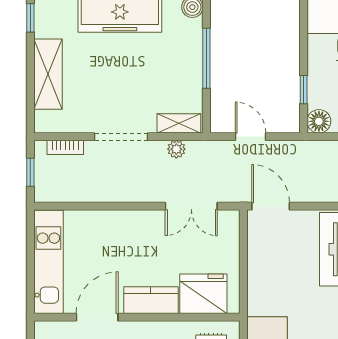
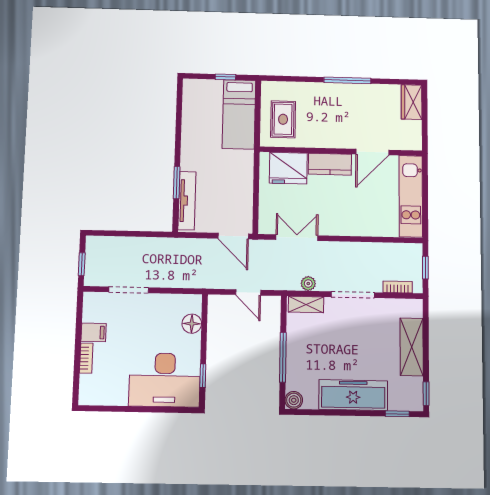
window: (304, 90) -> (203, 376), moved
floor lamp: (319, 121) -> (192, 324), moved

